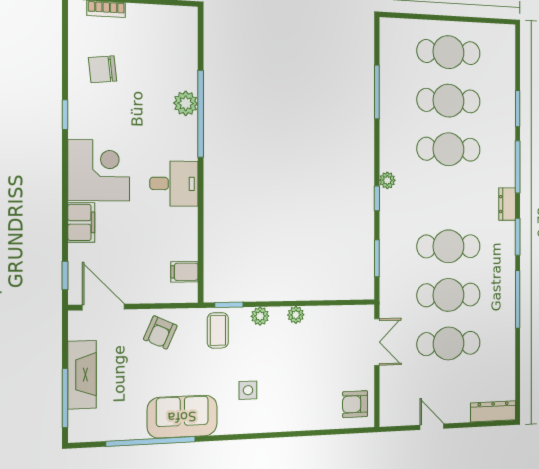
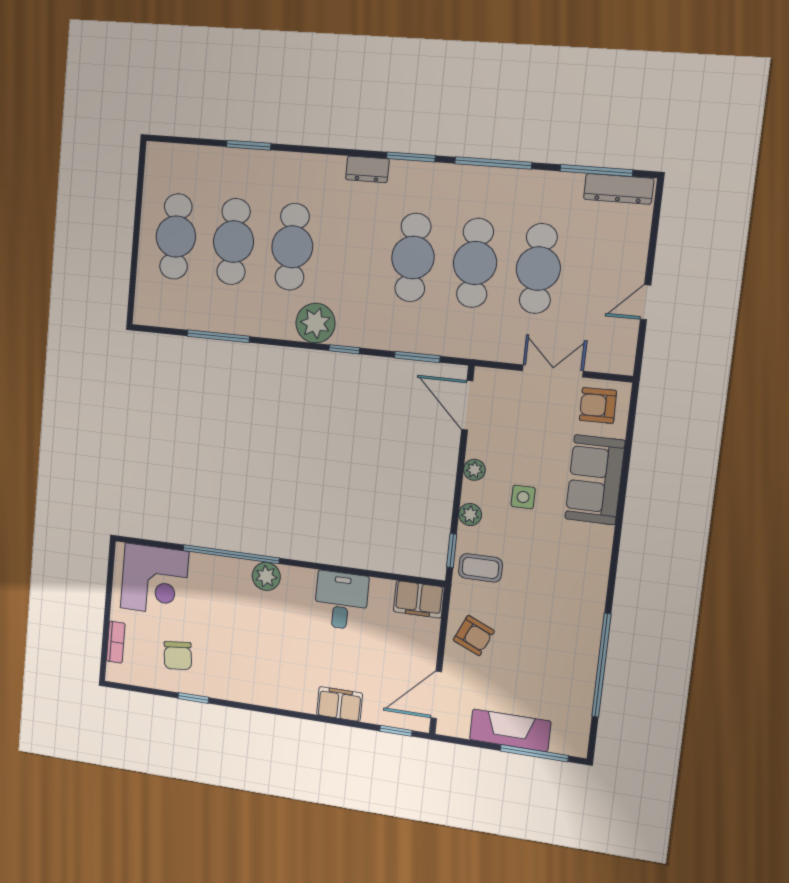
plant: (186, 103) -> (266, 576), moved
window: (65, 115) -> (193, 698), moved
window: (518, 167) -> (596, 171), moved
corner desk: (99, 170) -> (154, 580), moved, turned 180
plant: (387, 180) -> (315, 323), width x1.88, depth x1.88
desk: (174, 184) -> (341, 600), moved
filing cabinet: (184, 272) -> (419, 599), width x2.00
door: (345, 303) -> (467, 405), added
double door: (377, 342) -> (553, 371), moved
side table: (248, 390) -> (523, 497), moved
armchair: (355, 404) -> (598, 405), turned 89
dresser: (493, 411) -> (619, 189), moved, turned -90
sofa: (182, 417) -> (595, 480), moved

